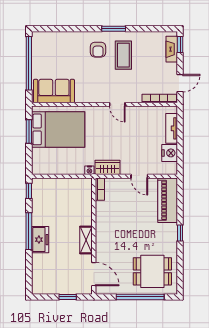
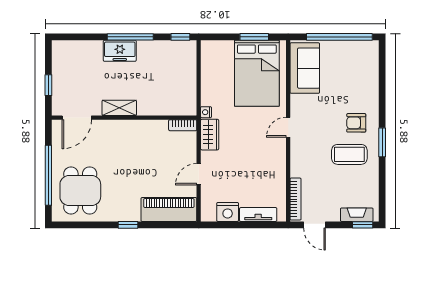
door: (117, 104) -> (288, 127), moved

